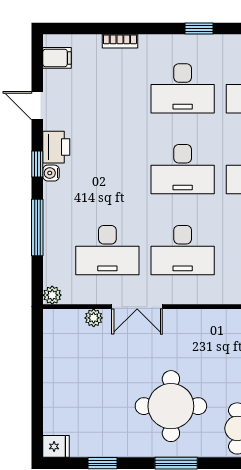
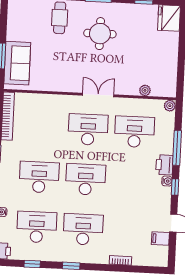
filing cabinet: (57, 58) -> (160, 239), moved
printer: (56, 147) -> (164, 165), moved
double door: (137, 307) -> (98, 95), moved
round table: (171, 406) -> (100, 34), width x0.73, depth x0.73
fridge: (56, 446) -> (169, 18), width x1.88, depth x1.34

